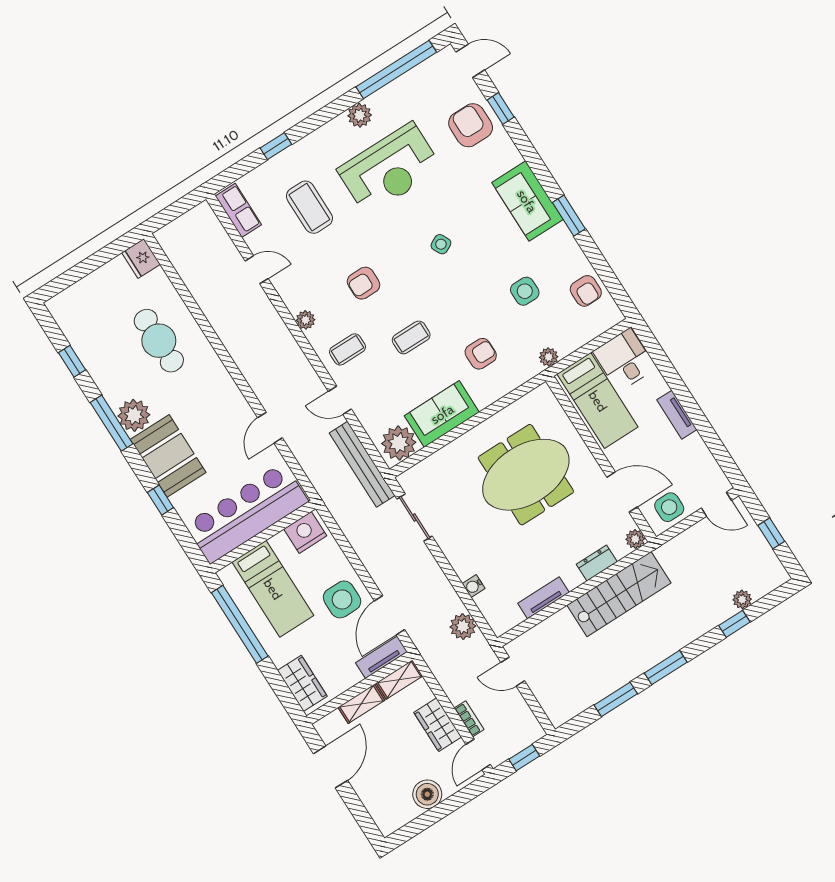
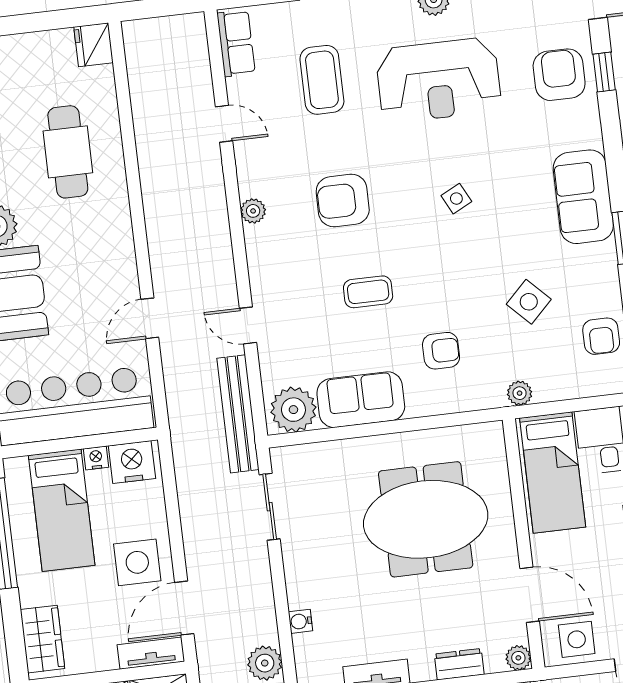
armchair: (364, 283) -> (343, 200), width x1.38, depth x1.38
side table: (525, 291) -> (529, 302), turned 45
coffee table: (347, 349) -> (286, 270), removed
nightstand: (279, 541) -> (96, 458), added

